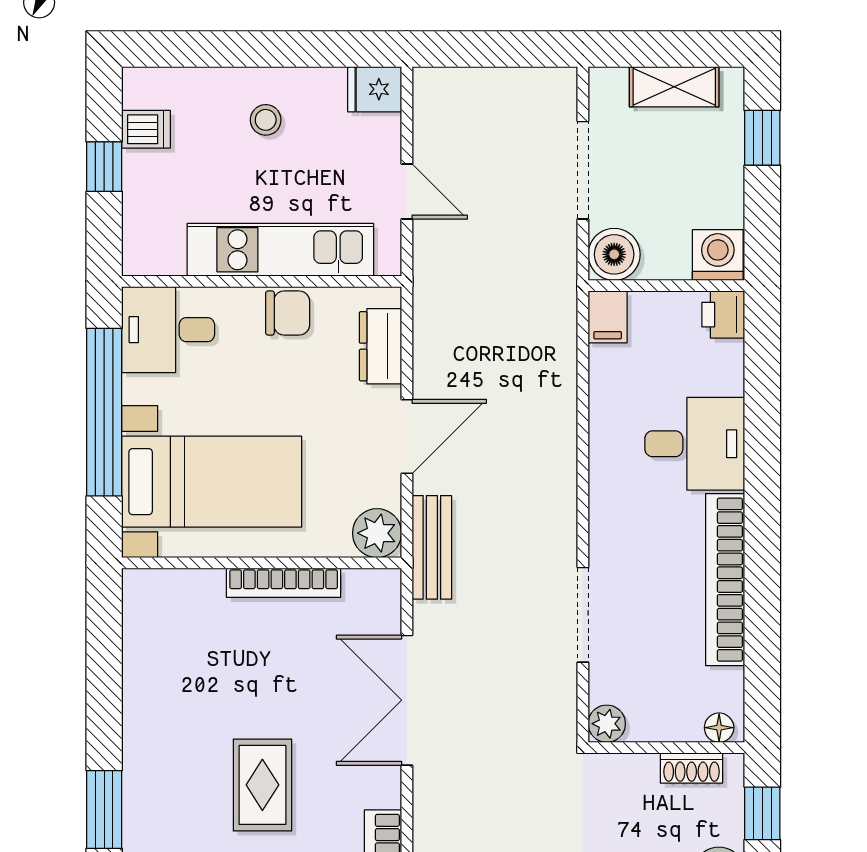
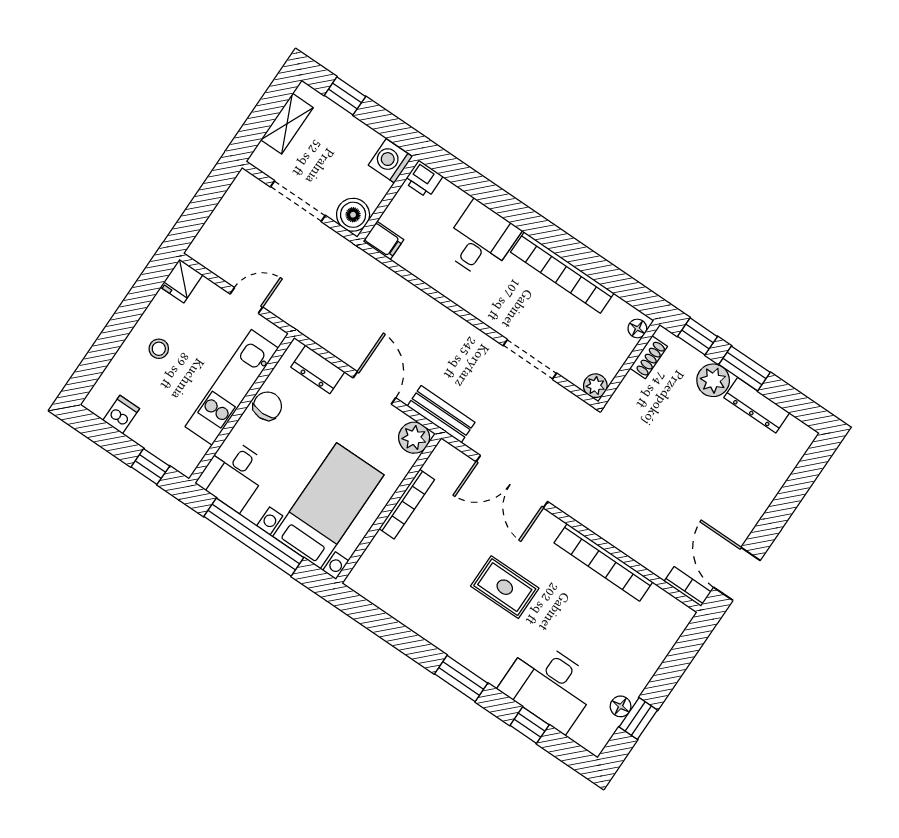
window: (104, 167) -> (150, 466), moved

